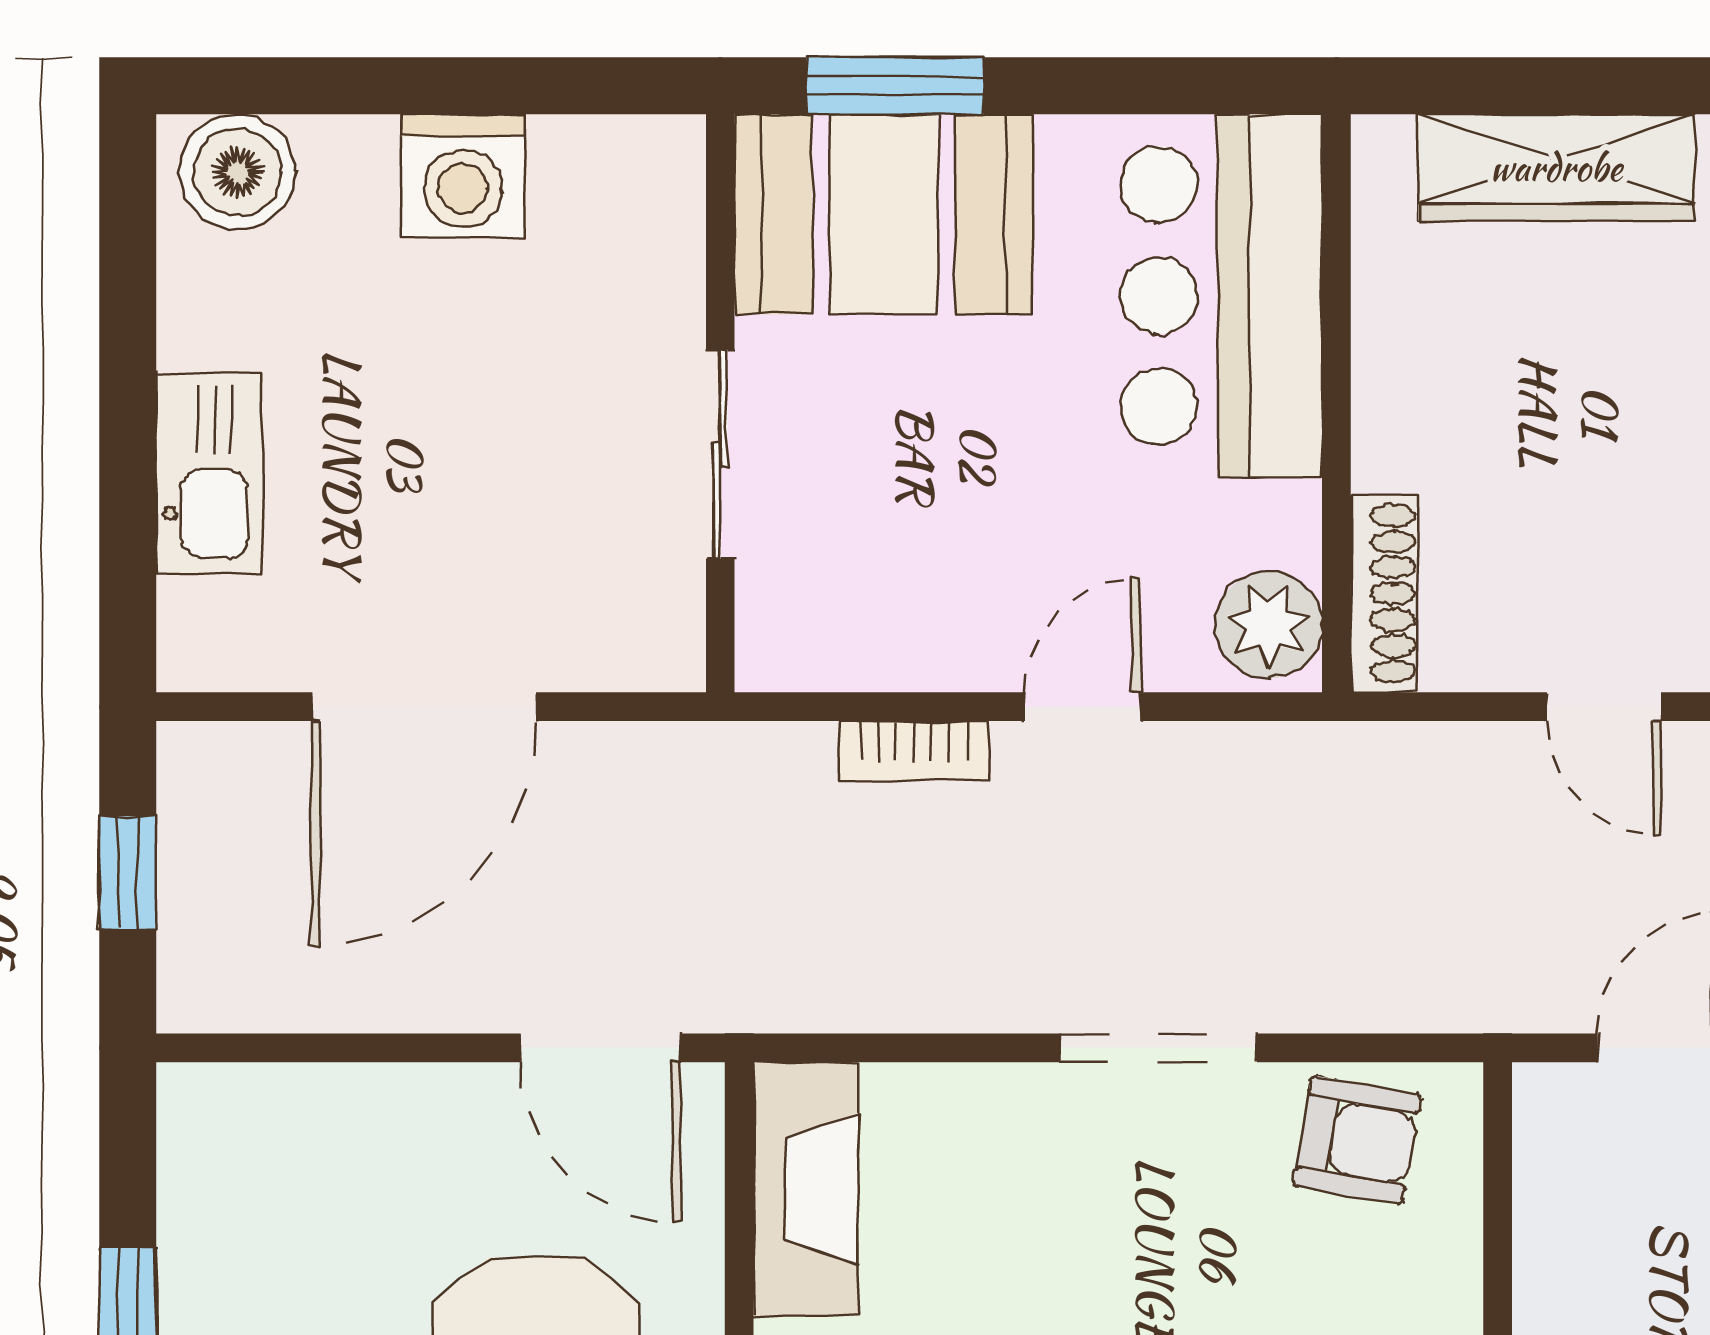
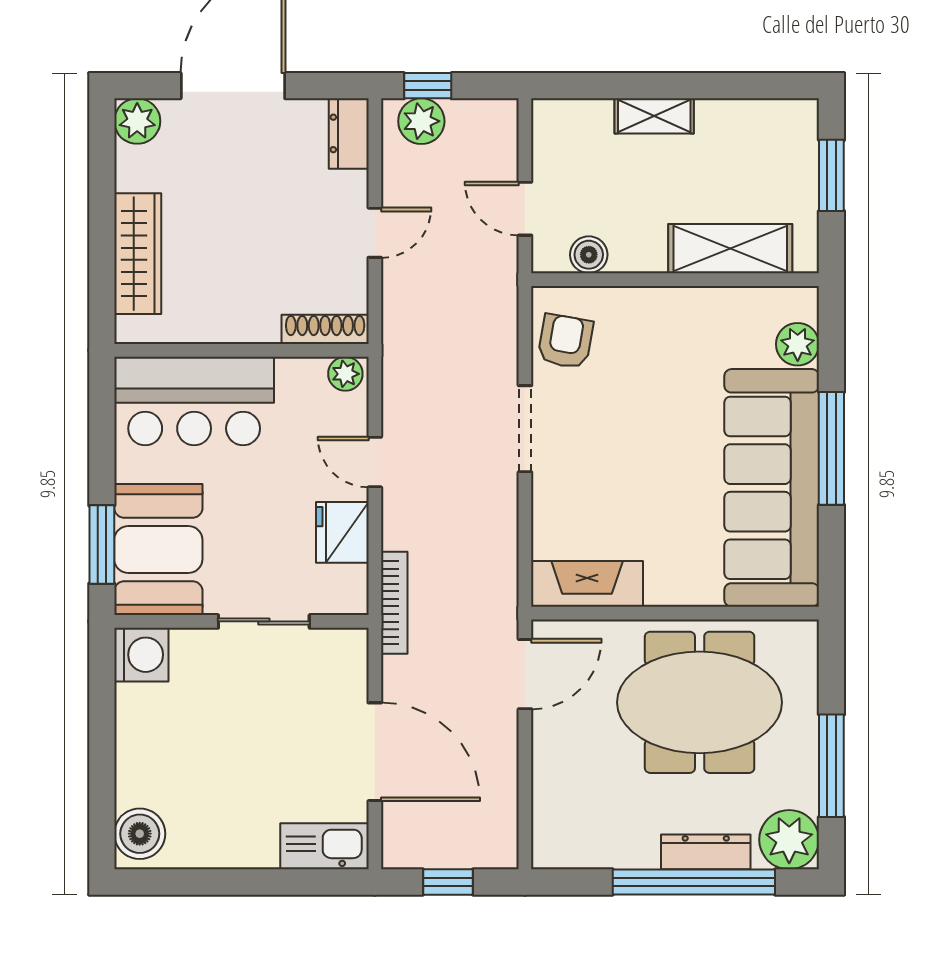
washing machine: (463, 176) -> (141, 655), moved
kitchen sink: (209, 474) -> (325, 846), moved
plant: (1269, 625) -> (345, 374), width x0.73, depth x0.73
fridge: (923, 633) -> (342, 532), added
bookcase: (914, 751) -> (394, 603), moved, width x1.56
boiler: (1554, 1193) -> (589, 255), added

